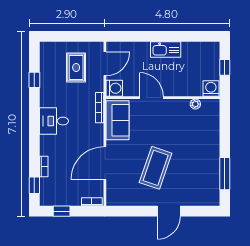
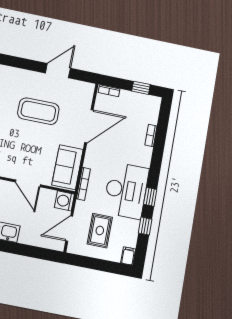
filing cabinet: (45, 49) -> (128, 256), added
desk: (54, 121) -> (126, 190), width x1.87, depth x1.30
coffee table: (156, 168) -> (38, 111), turned 71
window: (34, 185) -> (150, 197), moved
door: (169, 211) -> (58, 71), moved

